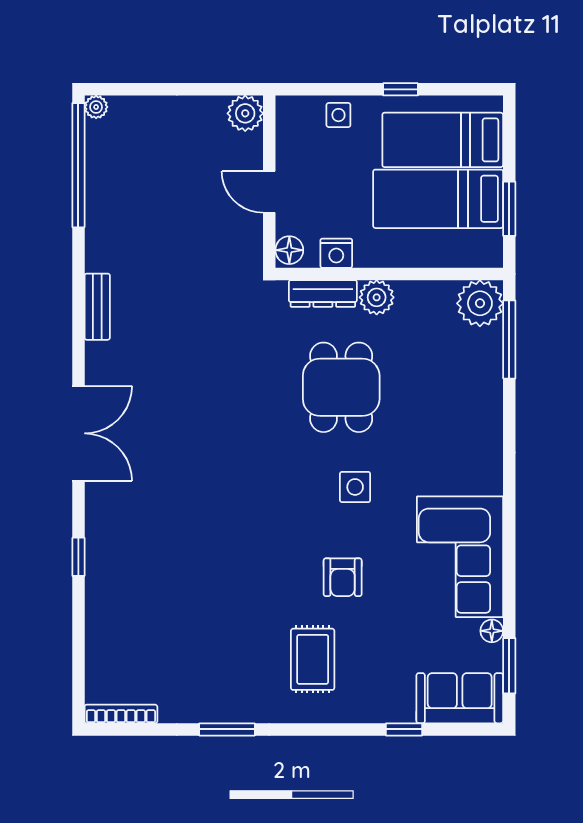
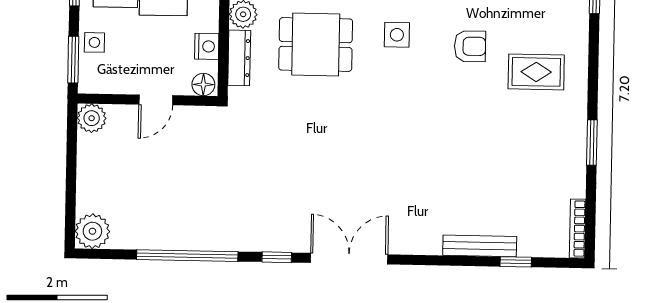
window: (317, 89) -> (73, 60), added
plant: (96, 107) -> (92, 231), width x1.88, depth x1.88
window: (78, 165) -> (187, 256), moved
bench: (97, 307) -> (480, 246), moved, width x1.36
window: (78, 344) -> (277, 257), added
window: (78, 557) -> (516, 262), moved

